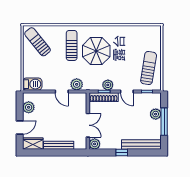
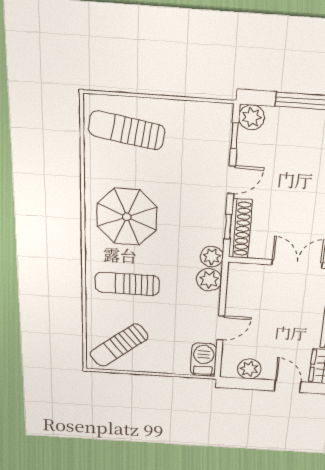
parasol: (96, 51) -> (127, 217), moved
sun lounger: (149, 68) -> (127, 130), moved
plant: (108, 85) -> (212, 257), moved
door: (62, 91) -> (221, 328), moved
plant: (156, 114) -> (252, 117), moved

